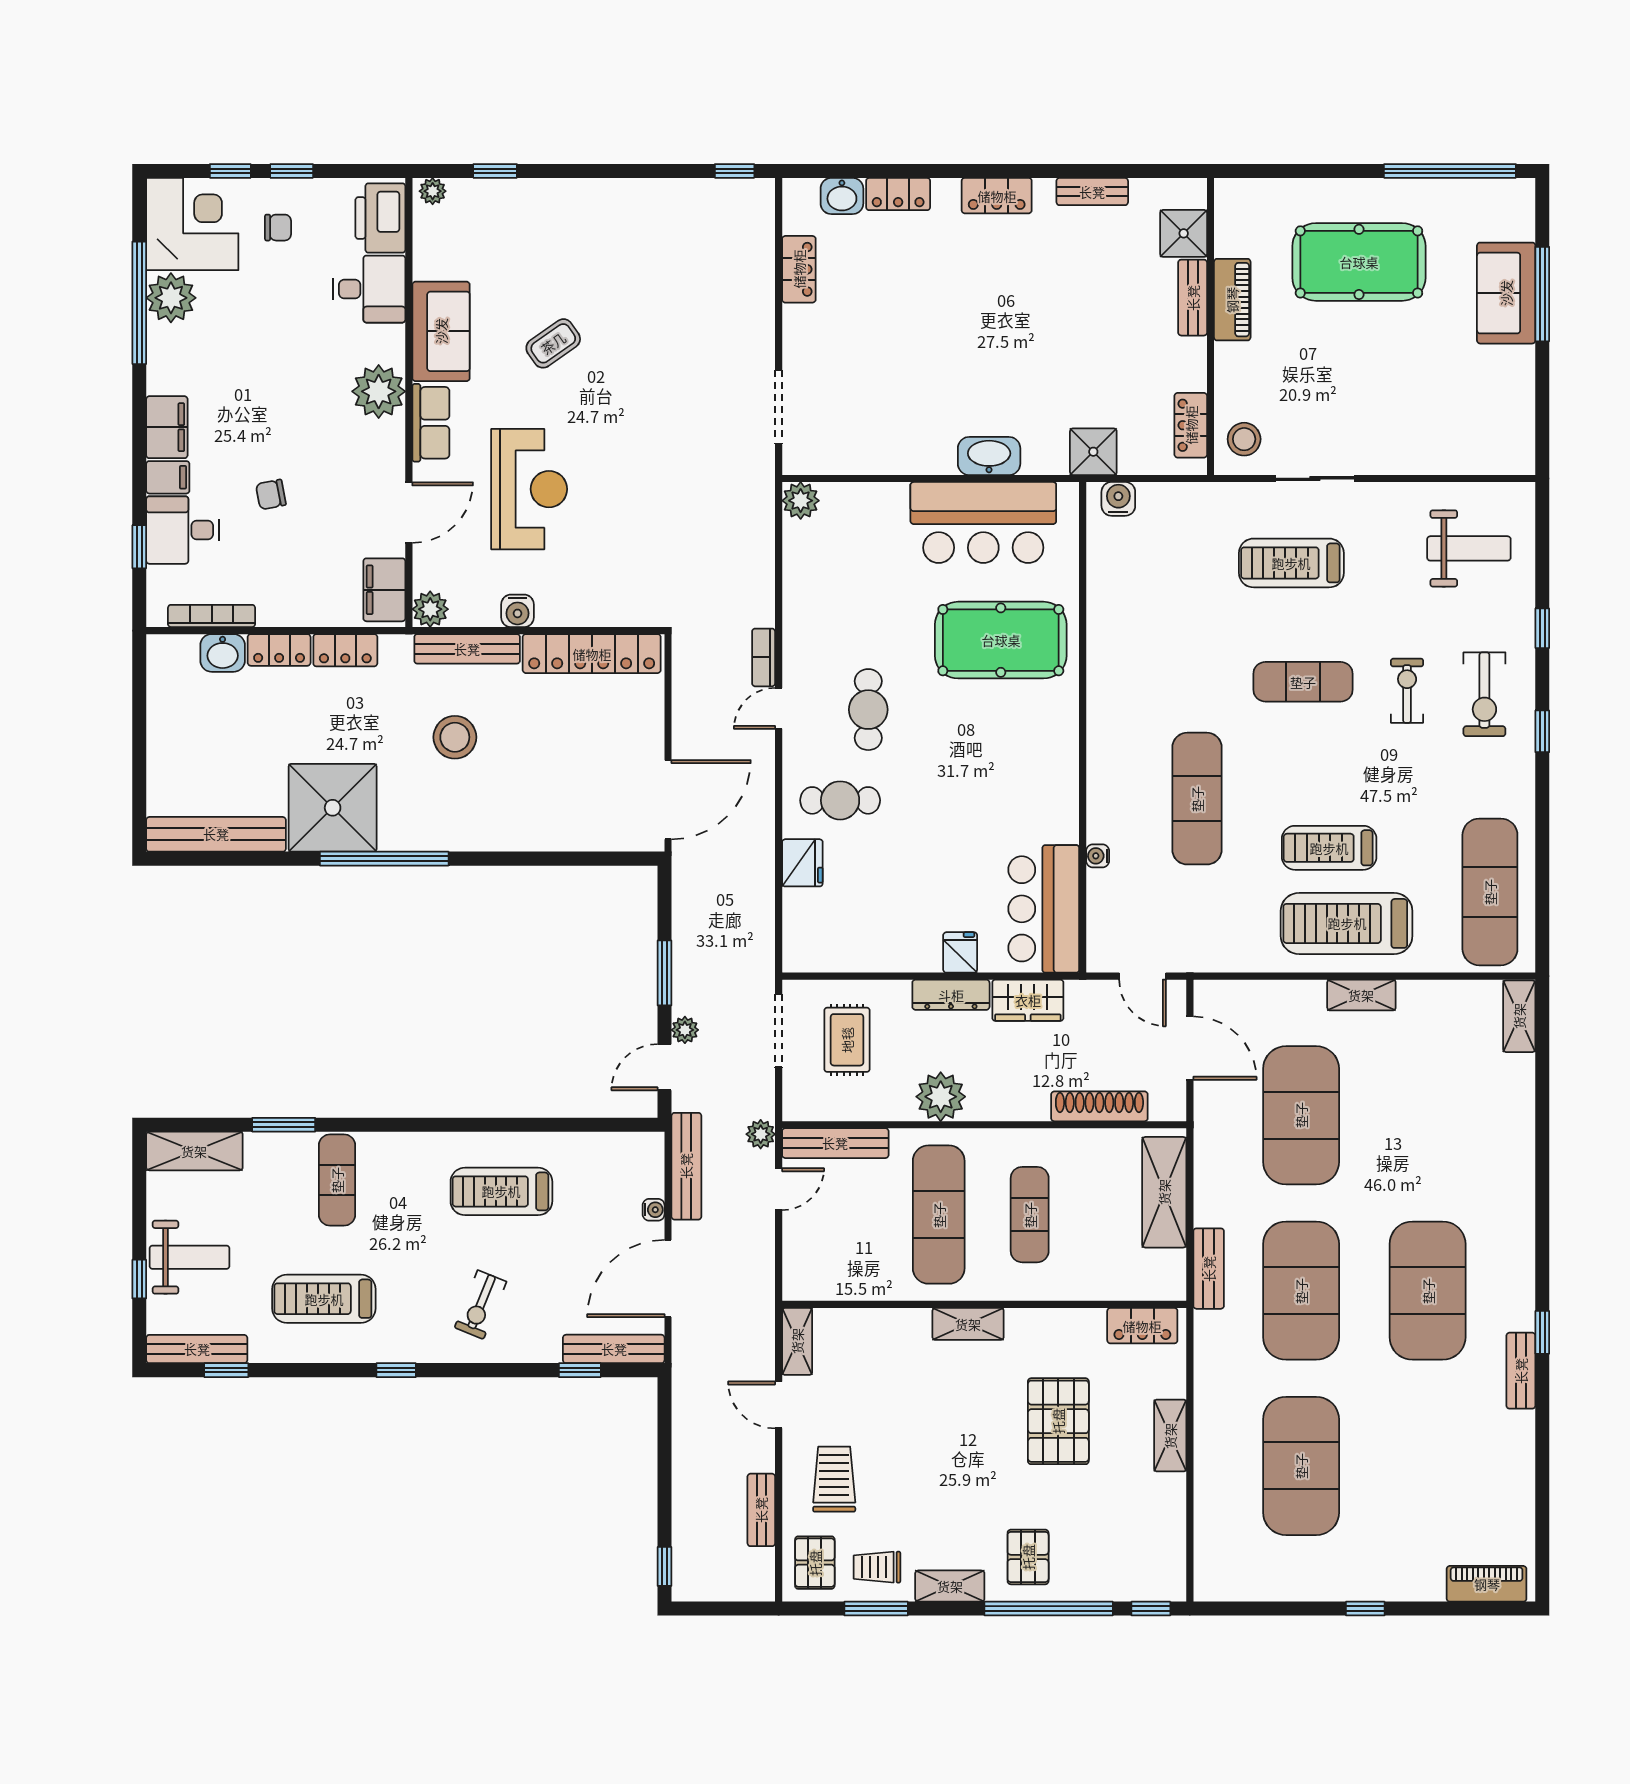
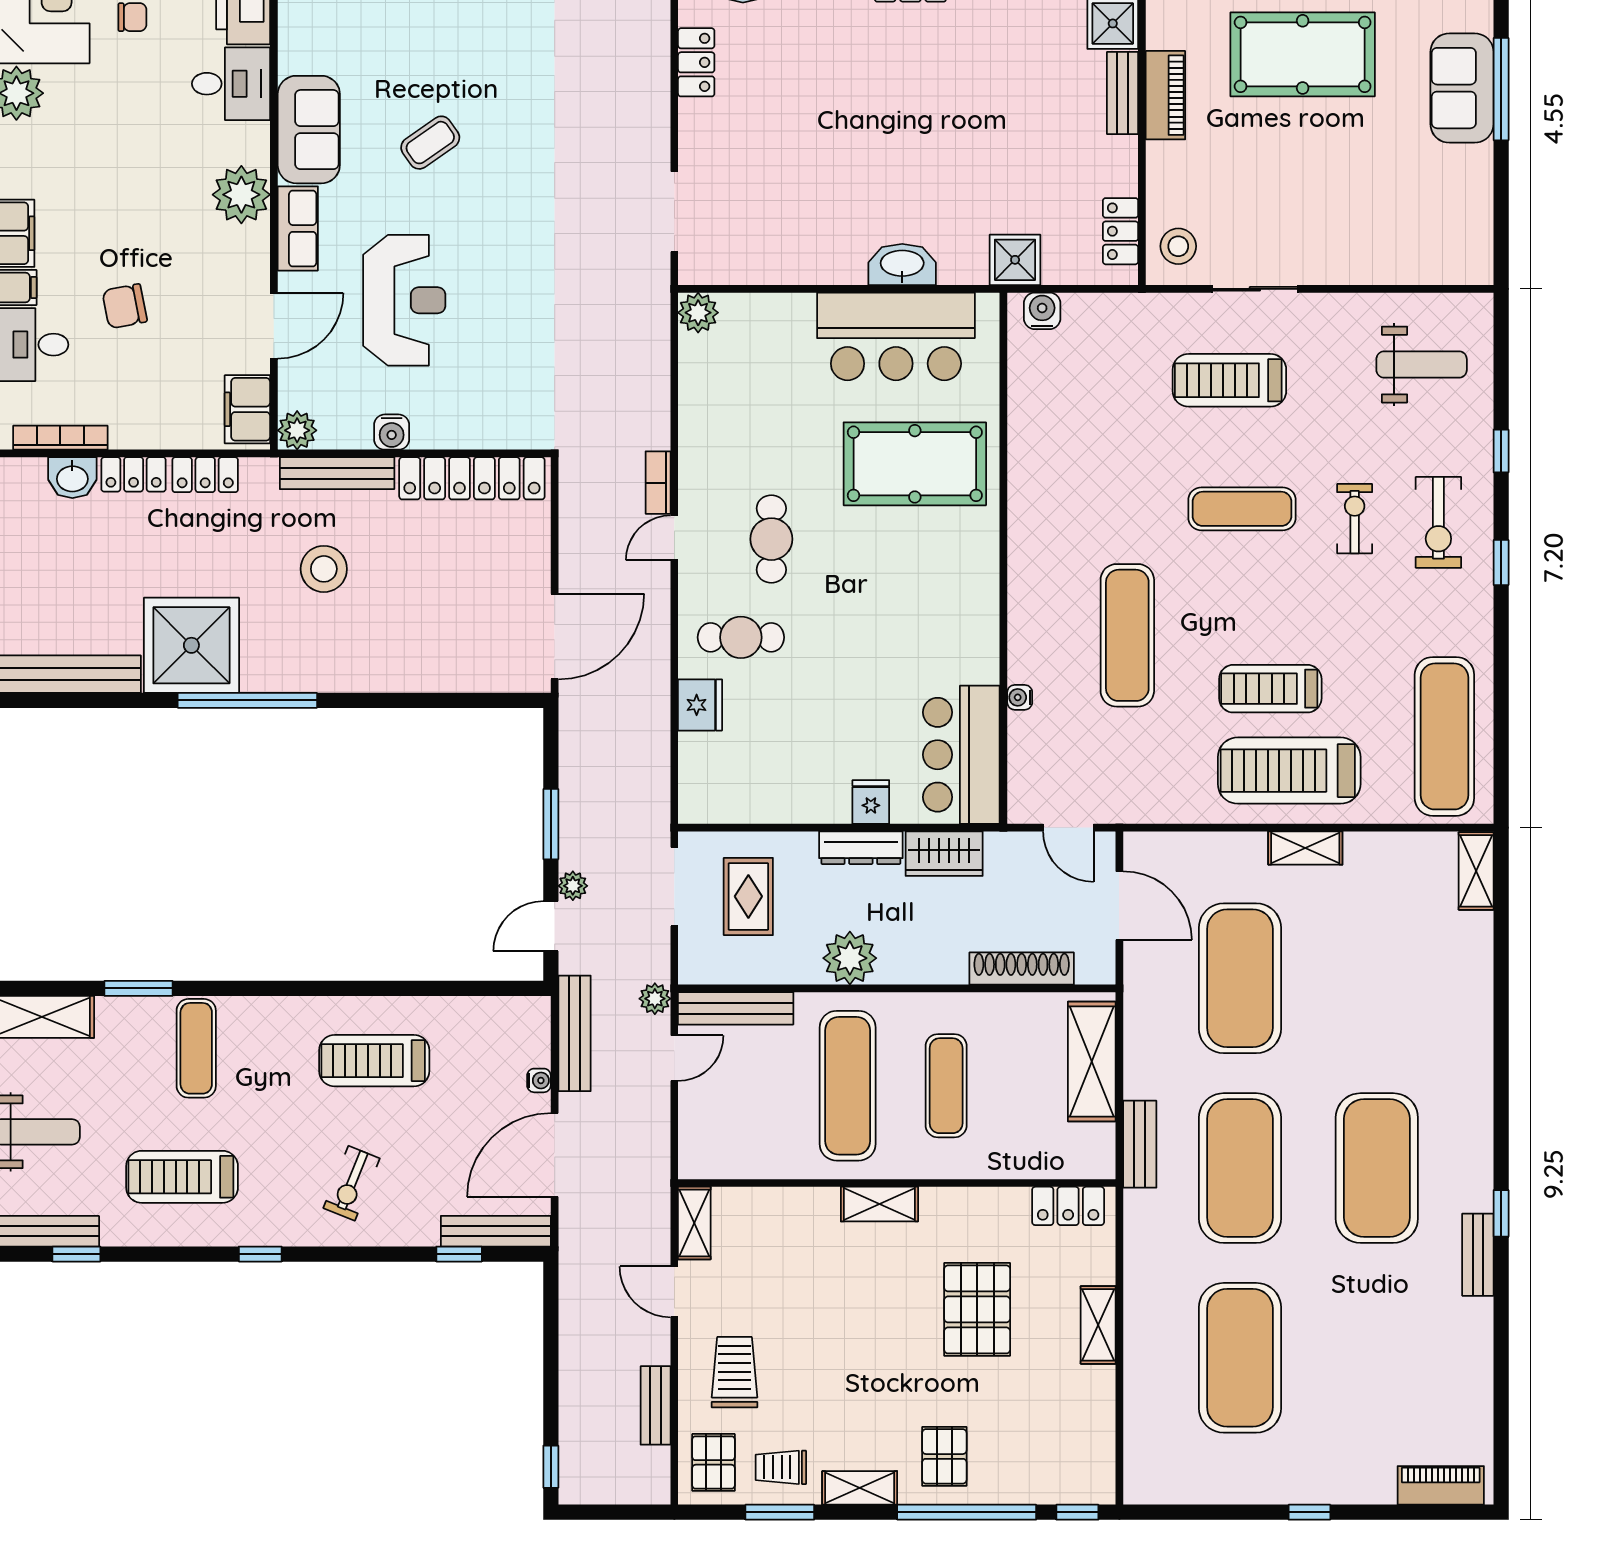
chair: (271, 495) -> (125, 306), width x1.37, depth x1.37

